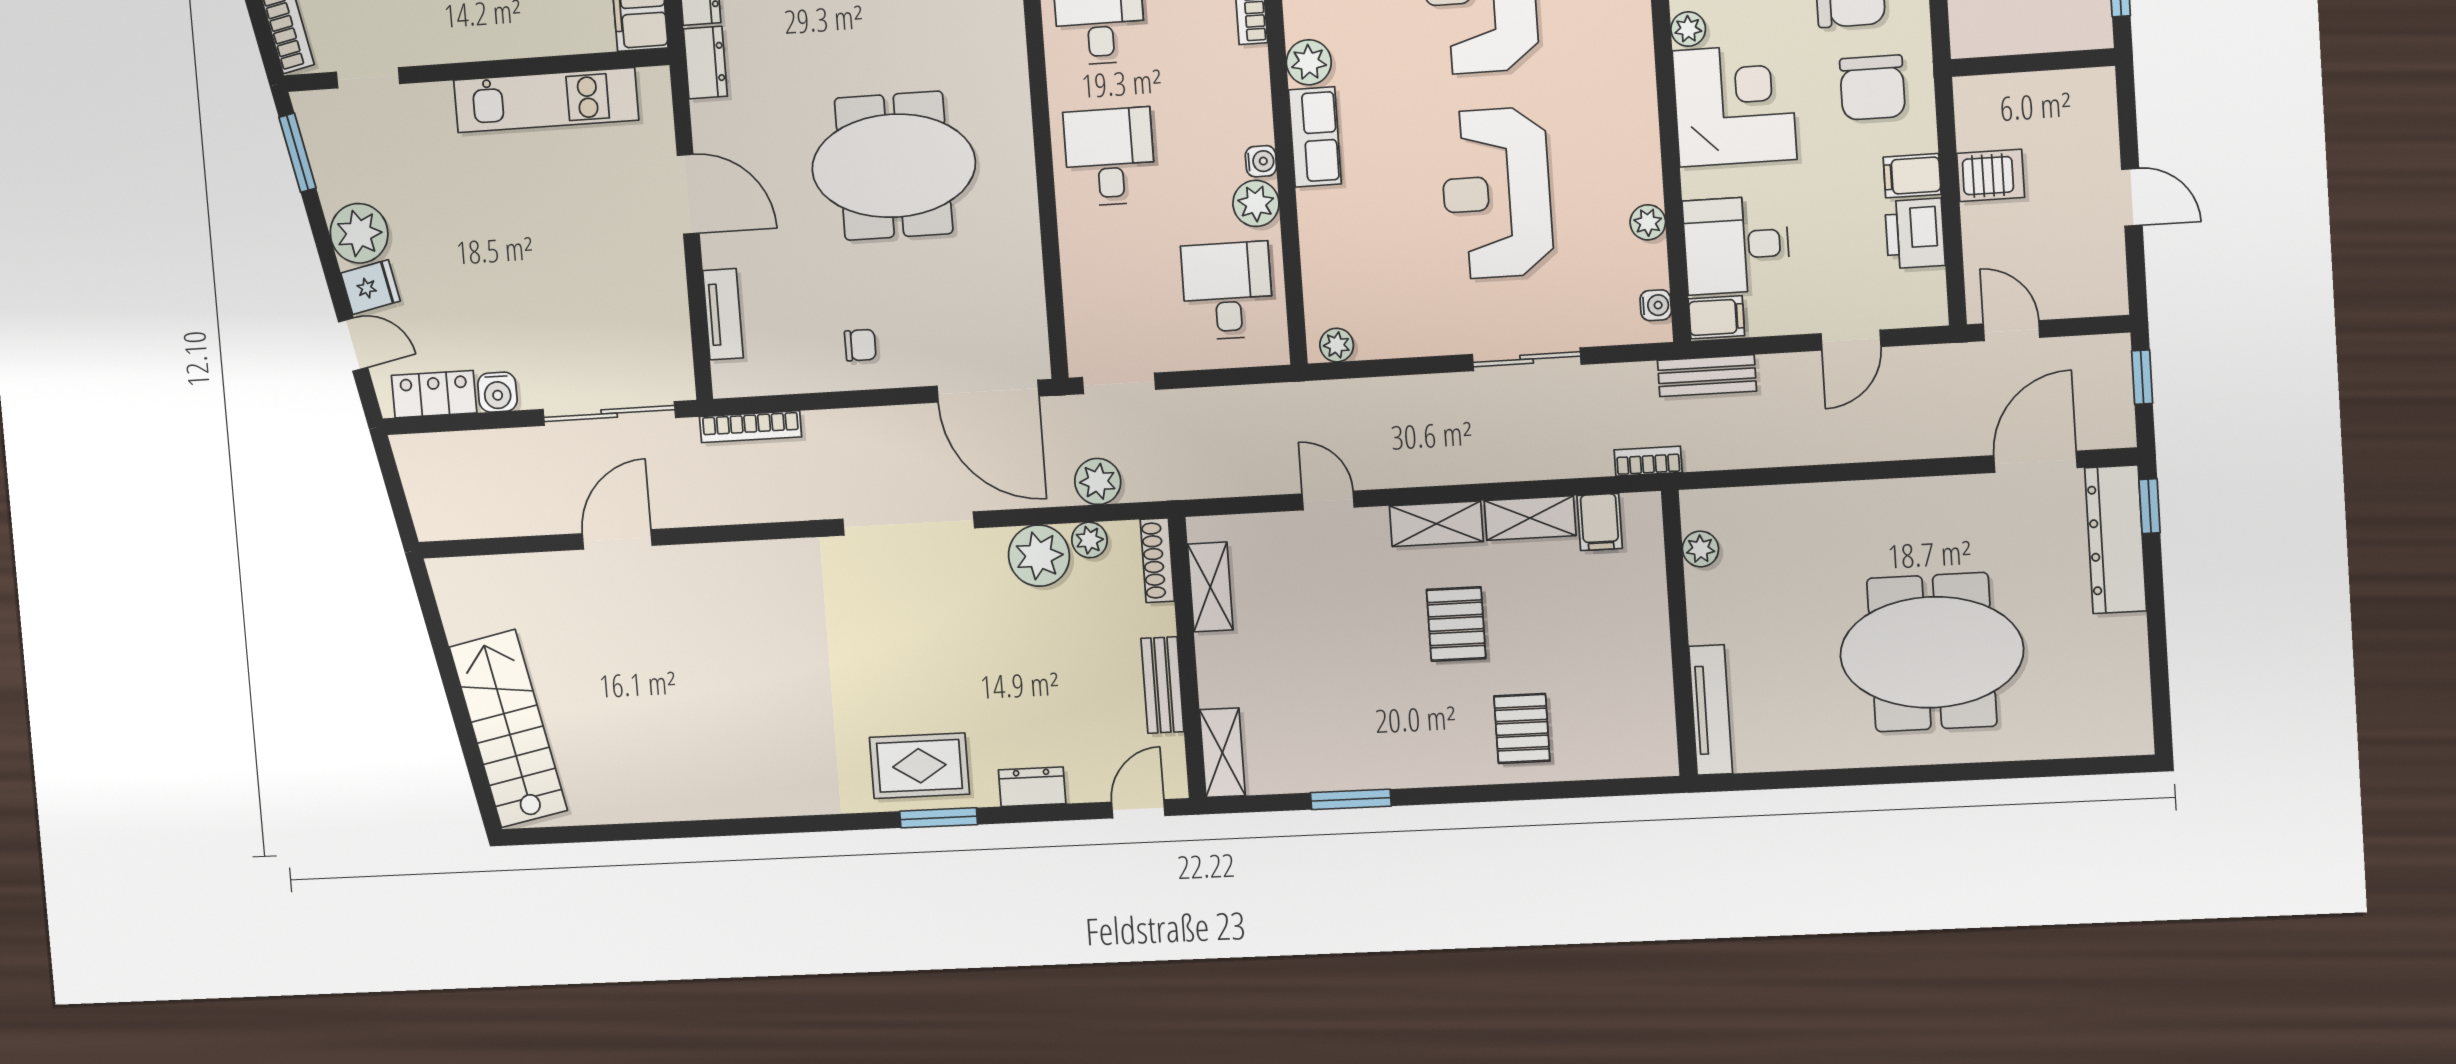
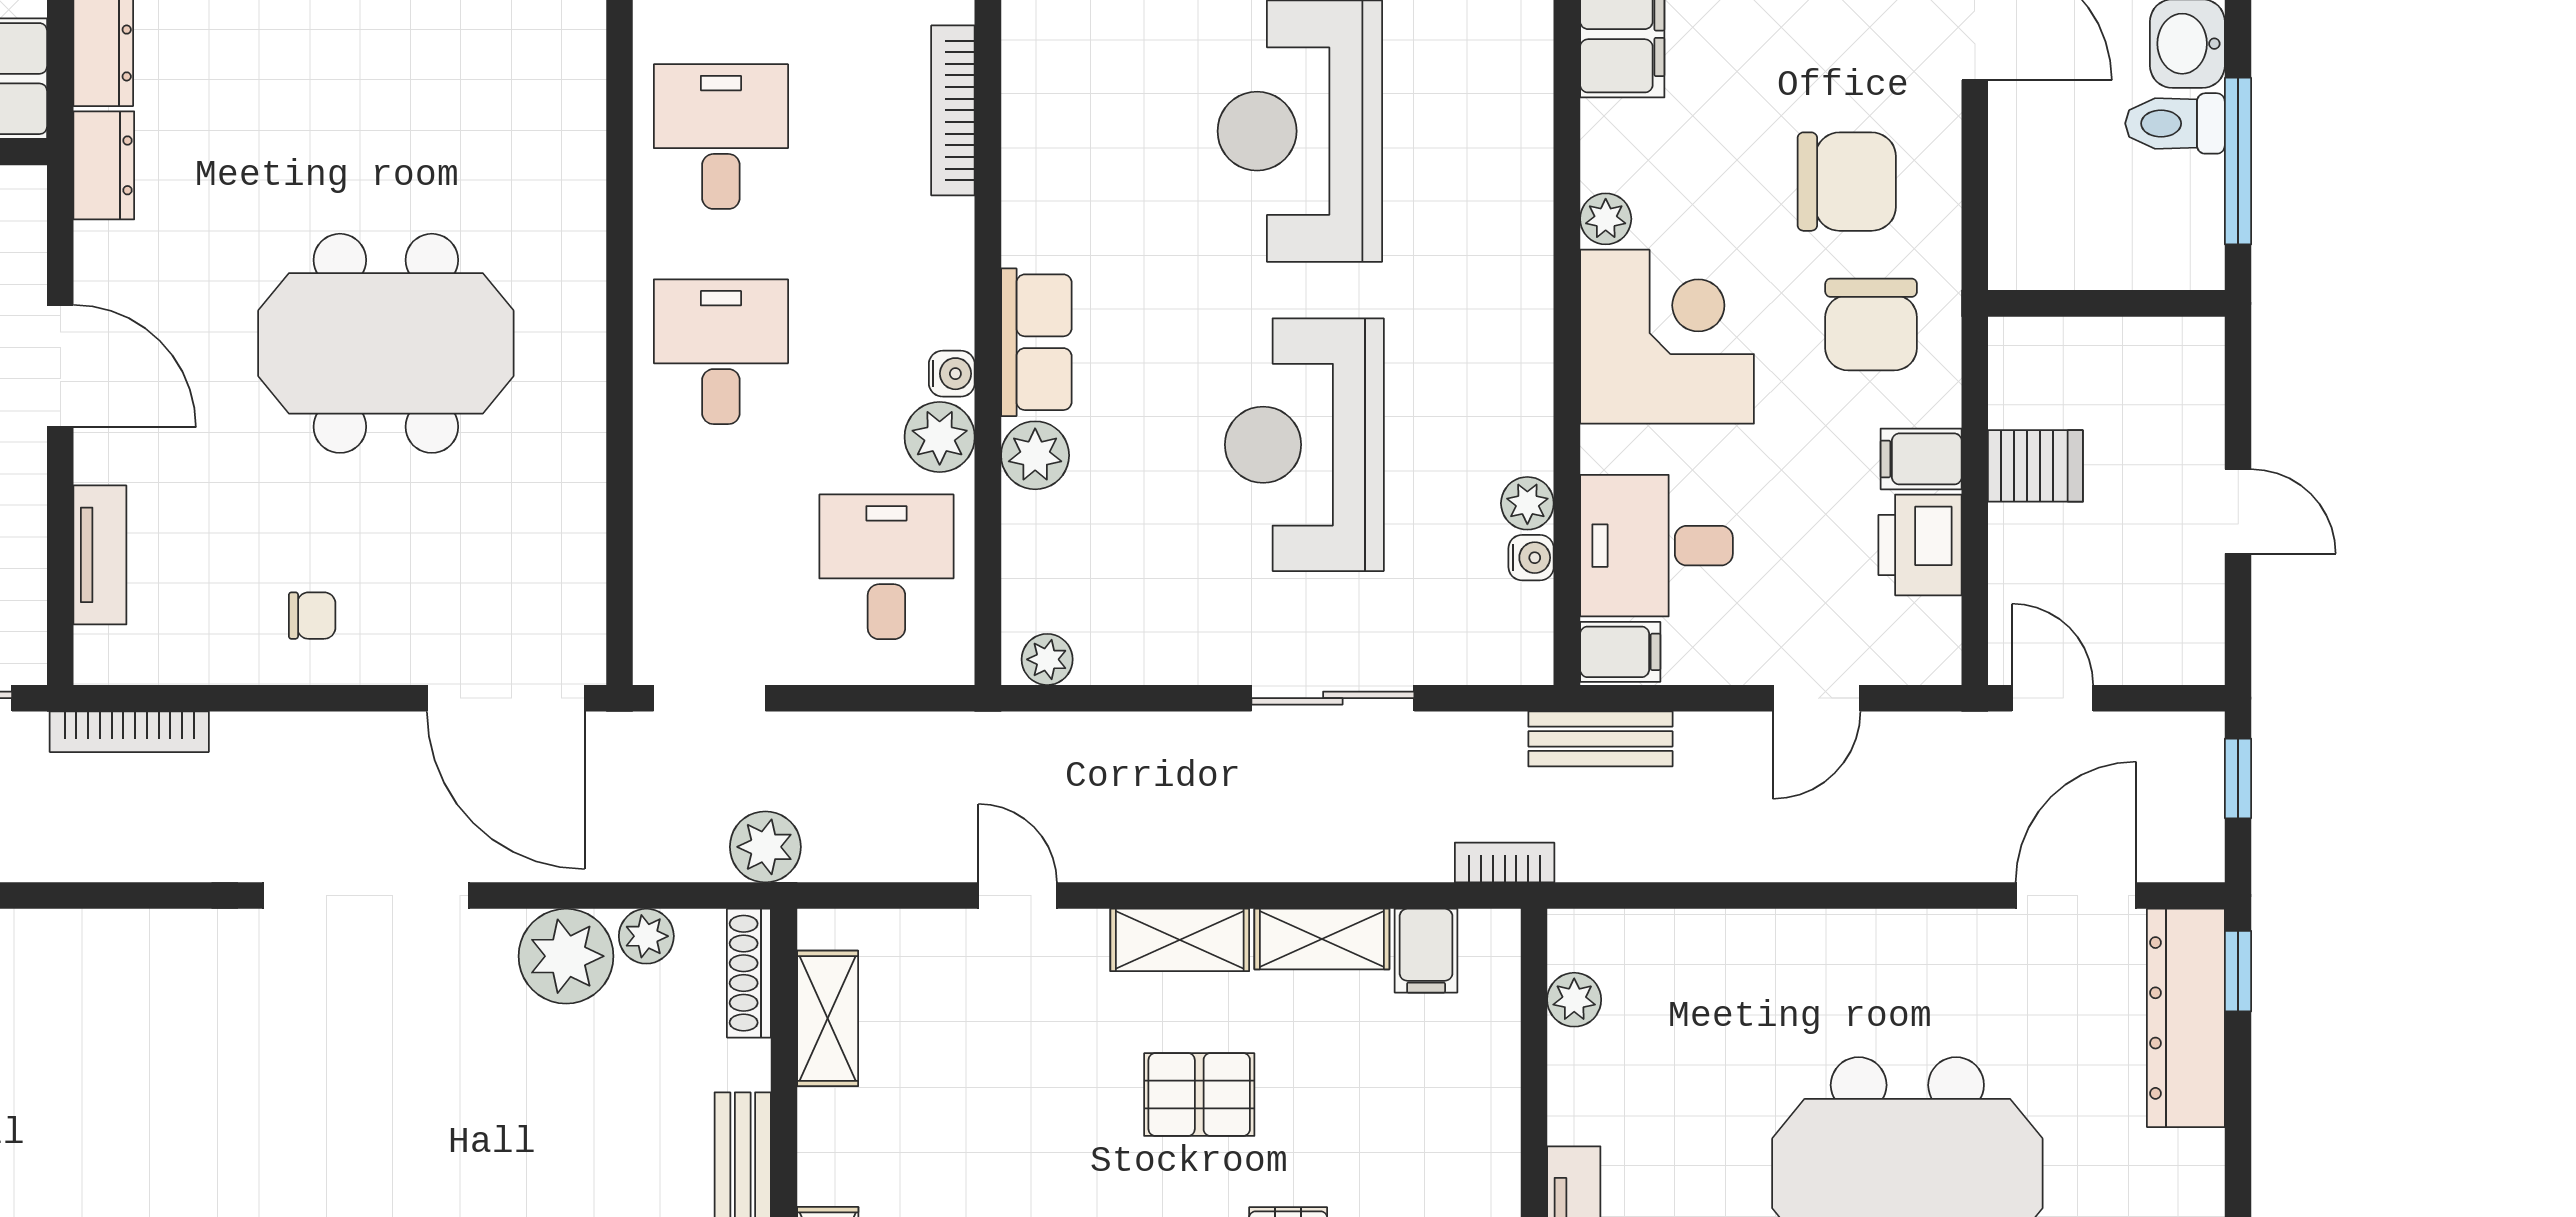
plant: (1309, 62) -> (1035, 455), moved
water cooler: (1656, 305) -> (1531, 558), moved
plant: (1098, 481) -> (765, 847), moved
pallet: (1456, 624) -> (1199, 1095), turned 90

